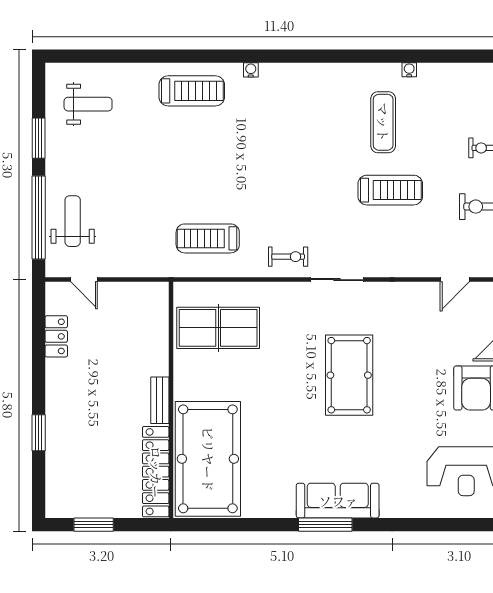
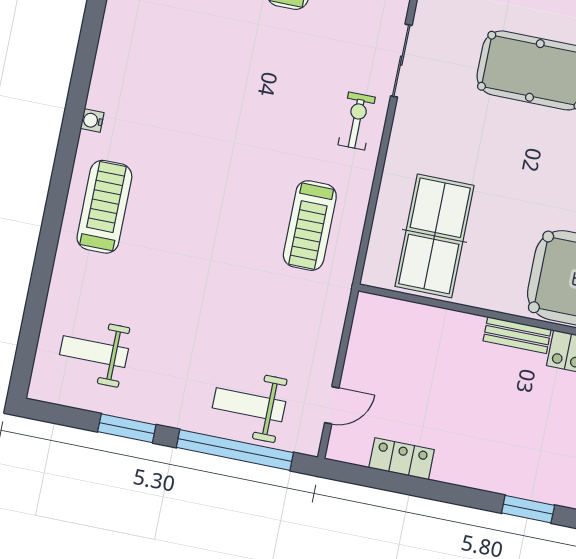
weight bench: (88, 104) -> (94, 352), turned -90

